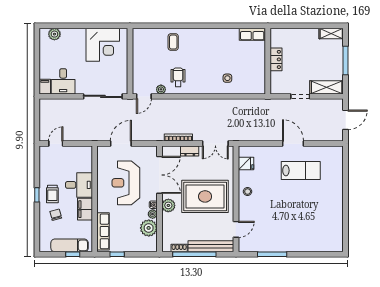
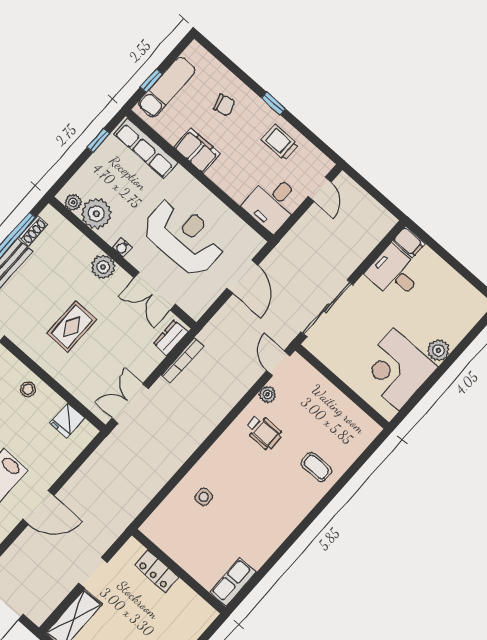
plant: (54, 34) -> (439, 350), moved
locker: (276, 59) -> (157, 571), moved
dresser: (190, 151) -> (170, 338), moved
double door: (159, 175) -> (155, 291), width x0.73
desk: (79, 185) -> (272, 203), moved
trolley: (52, 194) -> (280, 142), moved
rug: (205, 196) -> (72, 327), width x0.54, depth x0.49
plant: (153, 214) -> (73, 202), moved

